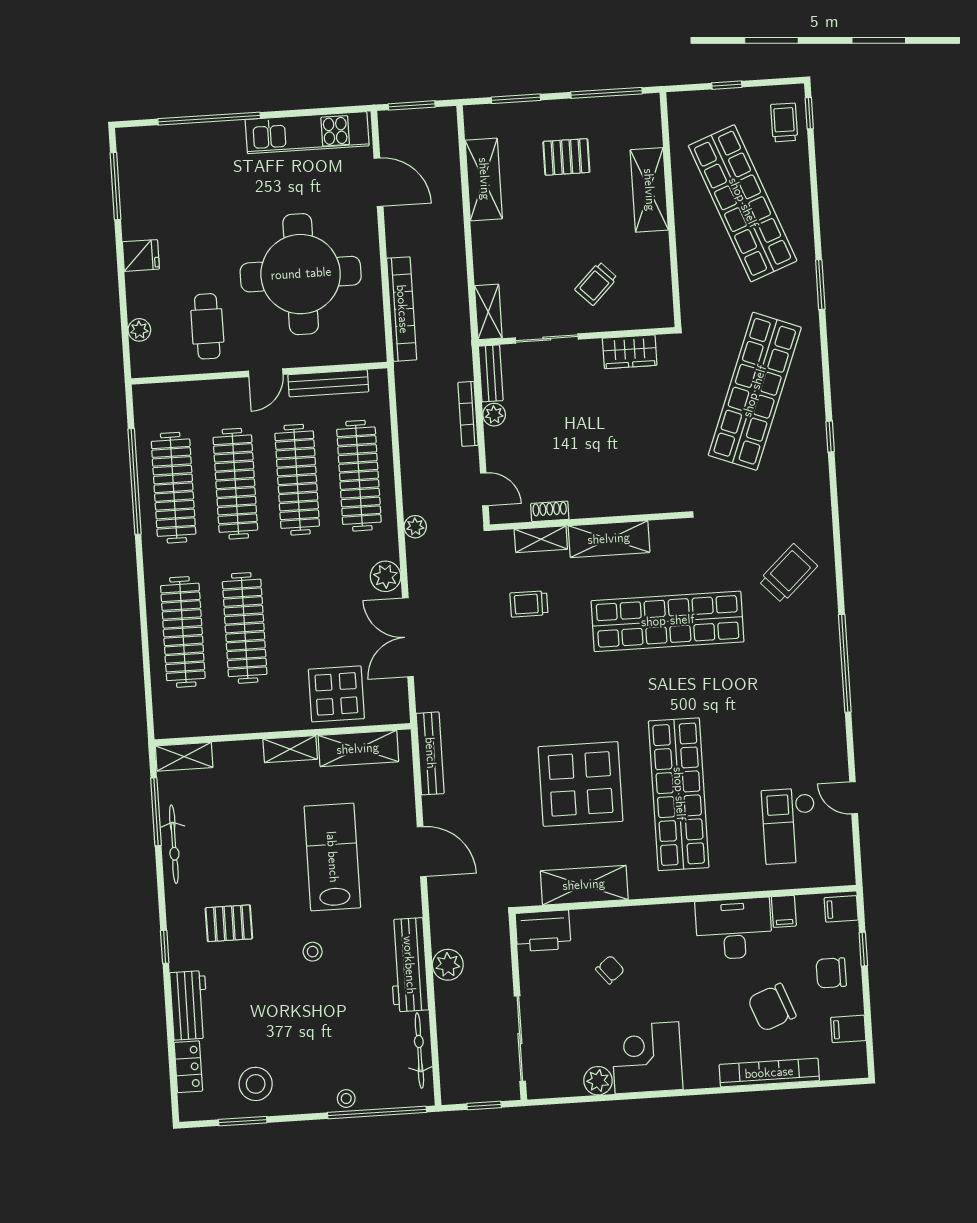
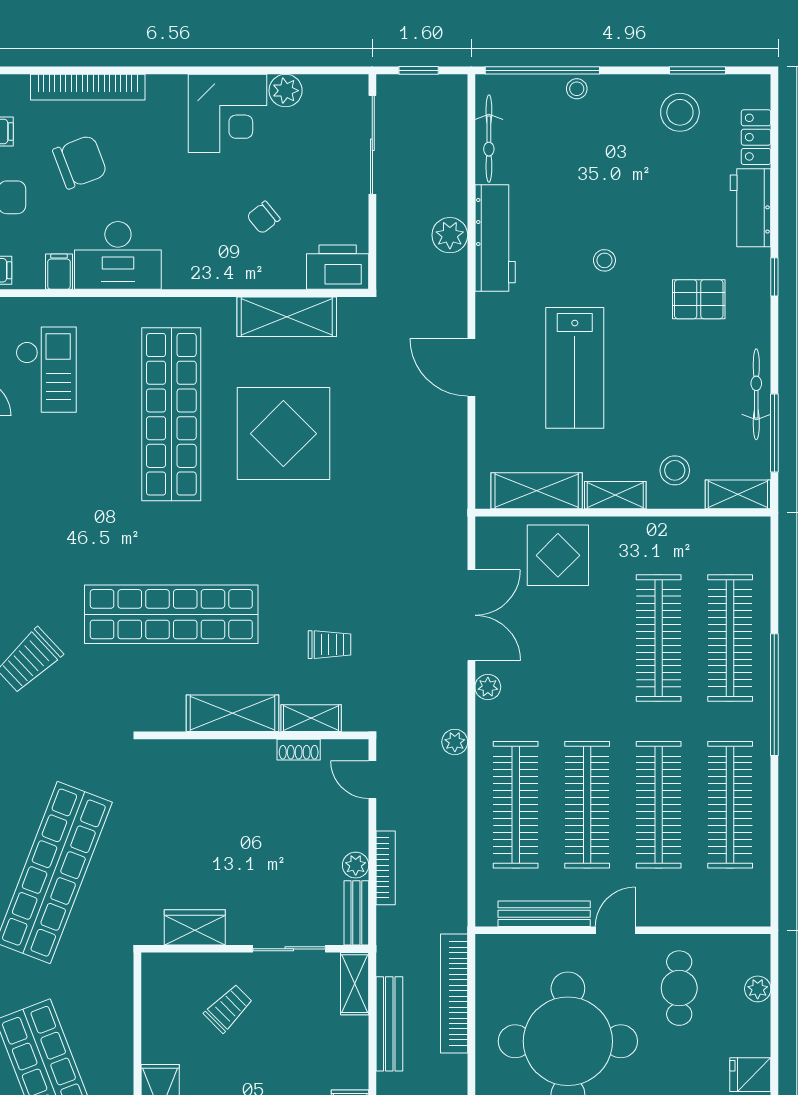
window: (135, 481) -> (774, 695), moved
plant: (386, 576) -> (488, 687), width x0.73, depth x0.73
bench: (430, 753) -> (389, 1024), moved
stool: (240, 774) -> (675, 470), added

